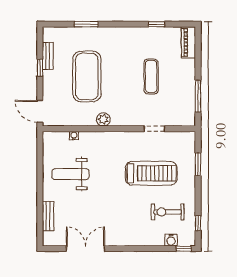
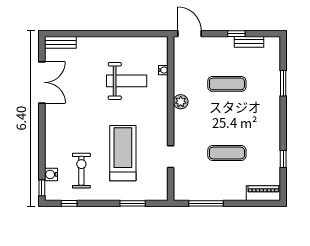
exercise mat: (87, 76) -> (227, 84), width x0.50, depth x0.69
door: (40, 111) -> (189, 34), hinge flipped
treadmill: (151, 173) -> (123, 153), turned 180
weight bench: (70, 174) -> (127, 81), moved, turned 90
bench: (48, 216) -> (60, 42), moved

